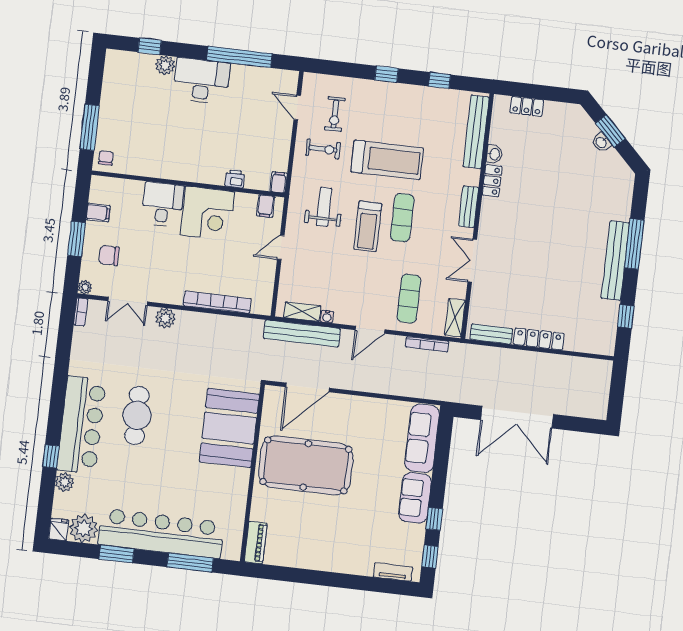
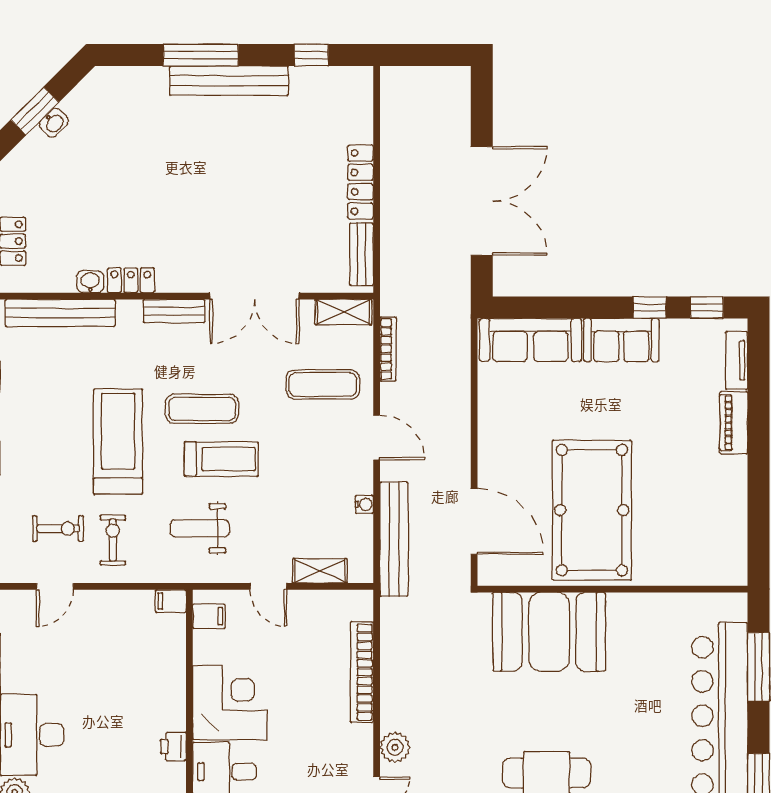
printer: (235, 179) -> (173, 746), moved
double door: (472, 261) -> (254, 296), width x1.37
shelving: (302, 312) -> (320, 571), moved, turned 90
piano: (256, 542) -> (734, 423), moved, turned -90

